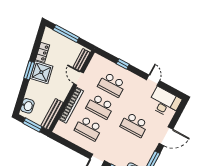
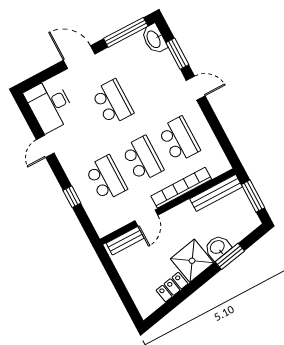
window: (66, 34) -> (122, 291), removed
window: (29, 70) -> (230, 256), moved
washbasin: (27, 106) -> (218, 247), moved

